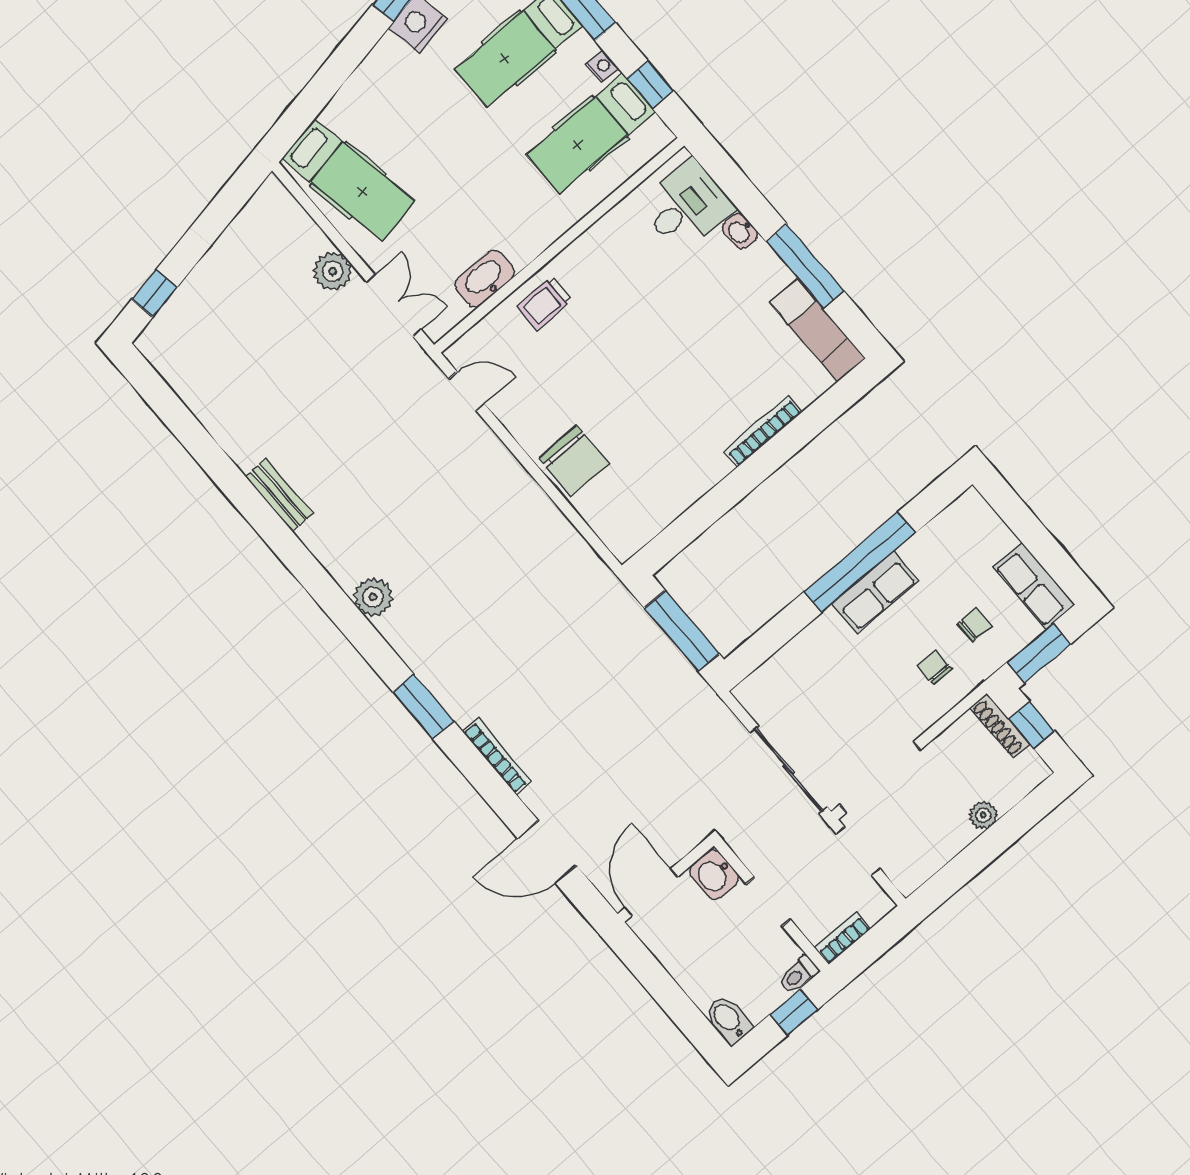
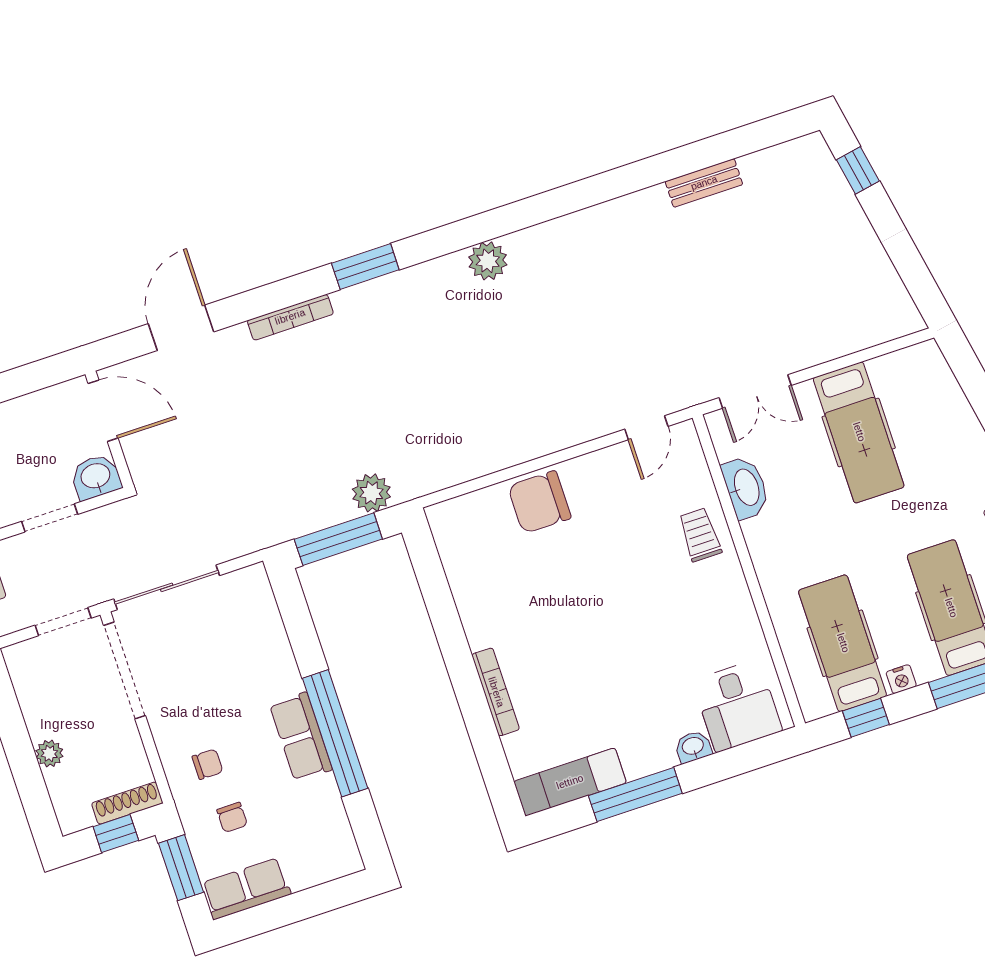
hospital bed: (348, 180) -> (859, 432), moved, turned -80
plant: (333, 271) -> (371, 493), moved
bench: (279, 495) -> (704, 183), moved

